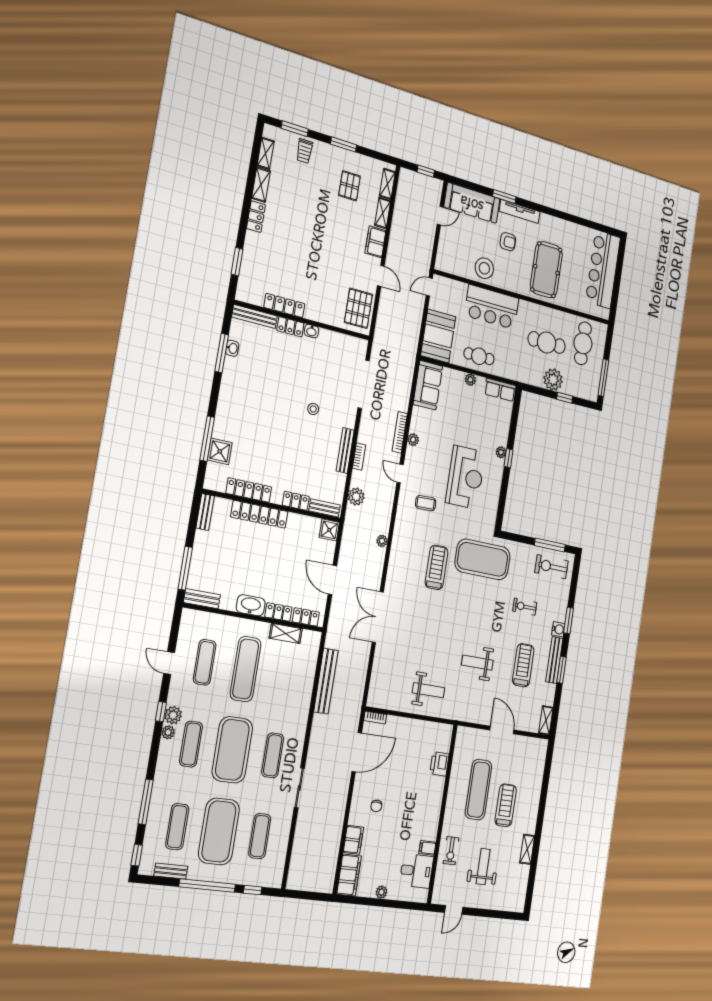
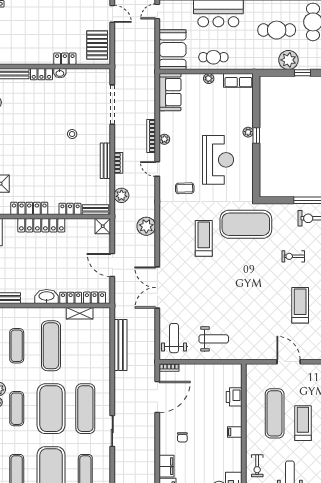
locker: (284, 305) -> (65, 59), moved, width x0.66
plant: (382, 541) -> (146, 226), width x1.88, depth x1.88
weight bench: (477, 663) -> (174, 338), moved, turned 90
exercise mat: (273, 755) -> (85, 409), width x1.36, depth x1.45
filing cabinet: (427, 848) -> (235, 432), moved

